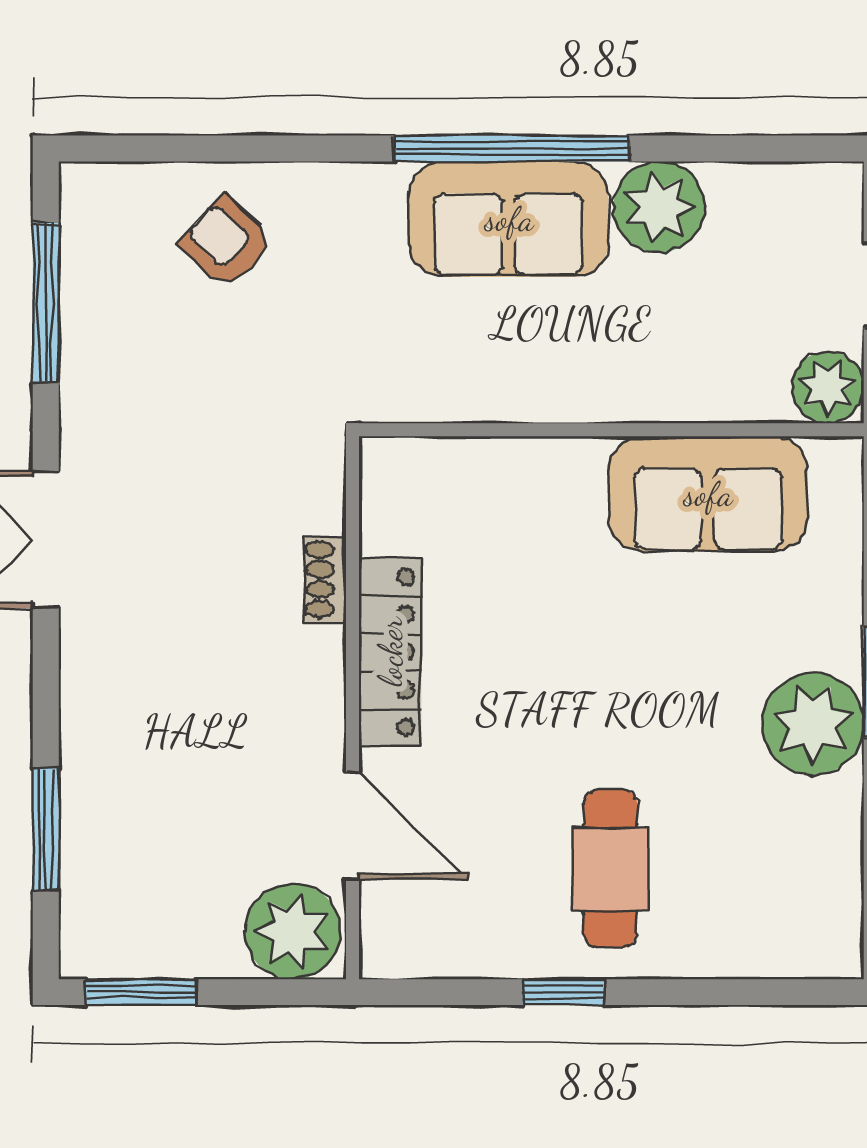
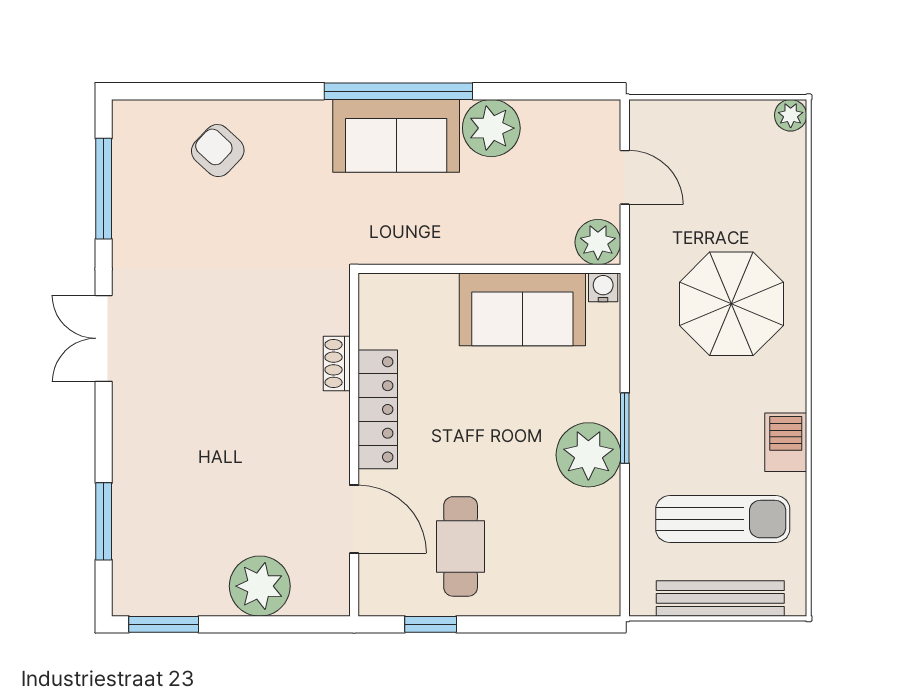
water cooler: (836, 459) -> (603, 287), added
shoe rack: (325, 579) -> (337, 363), moved
locker: (390, 652) -> (378, 409), moved
wall: (353, 708) -> (354, 445), moved
door: (353, 825) -> (354, 519), moved

